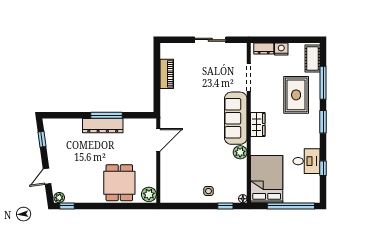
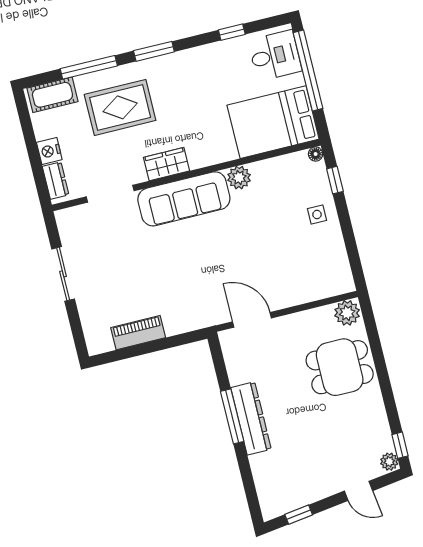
wardrobe: (258, 124) -> (166, 164), moved
desk: (306, 161) -> (275, 56), moved, turned 90

